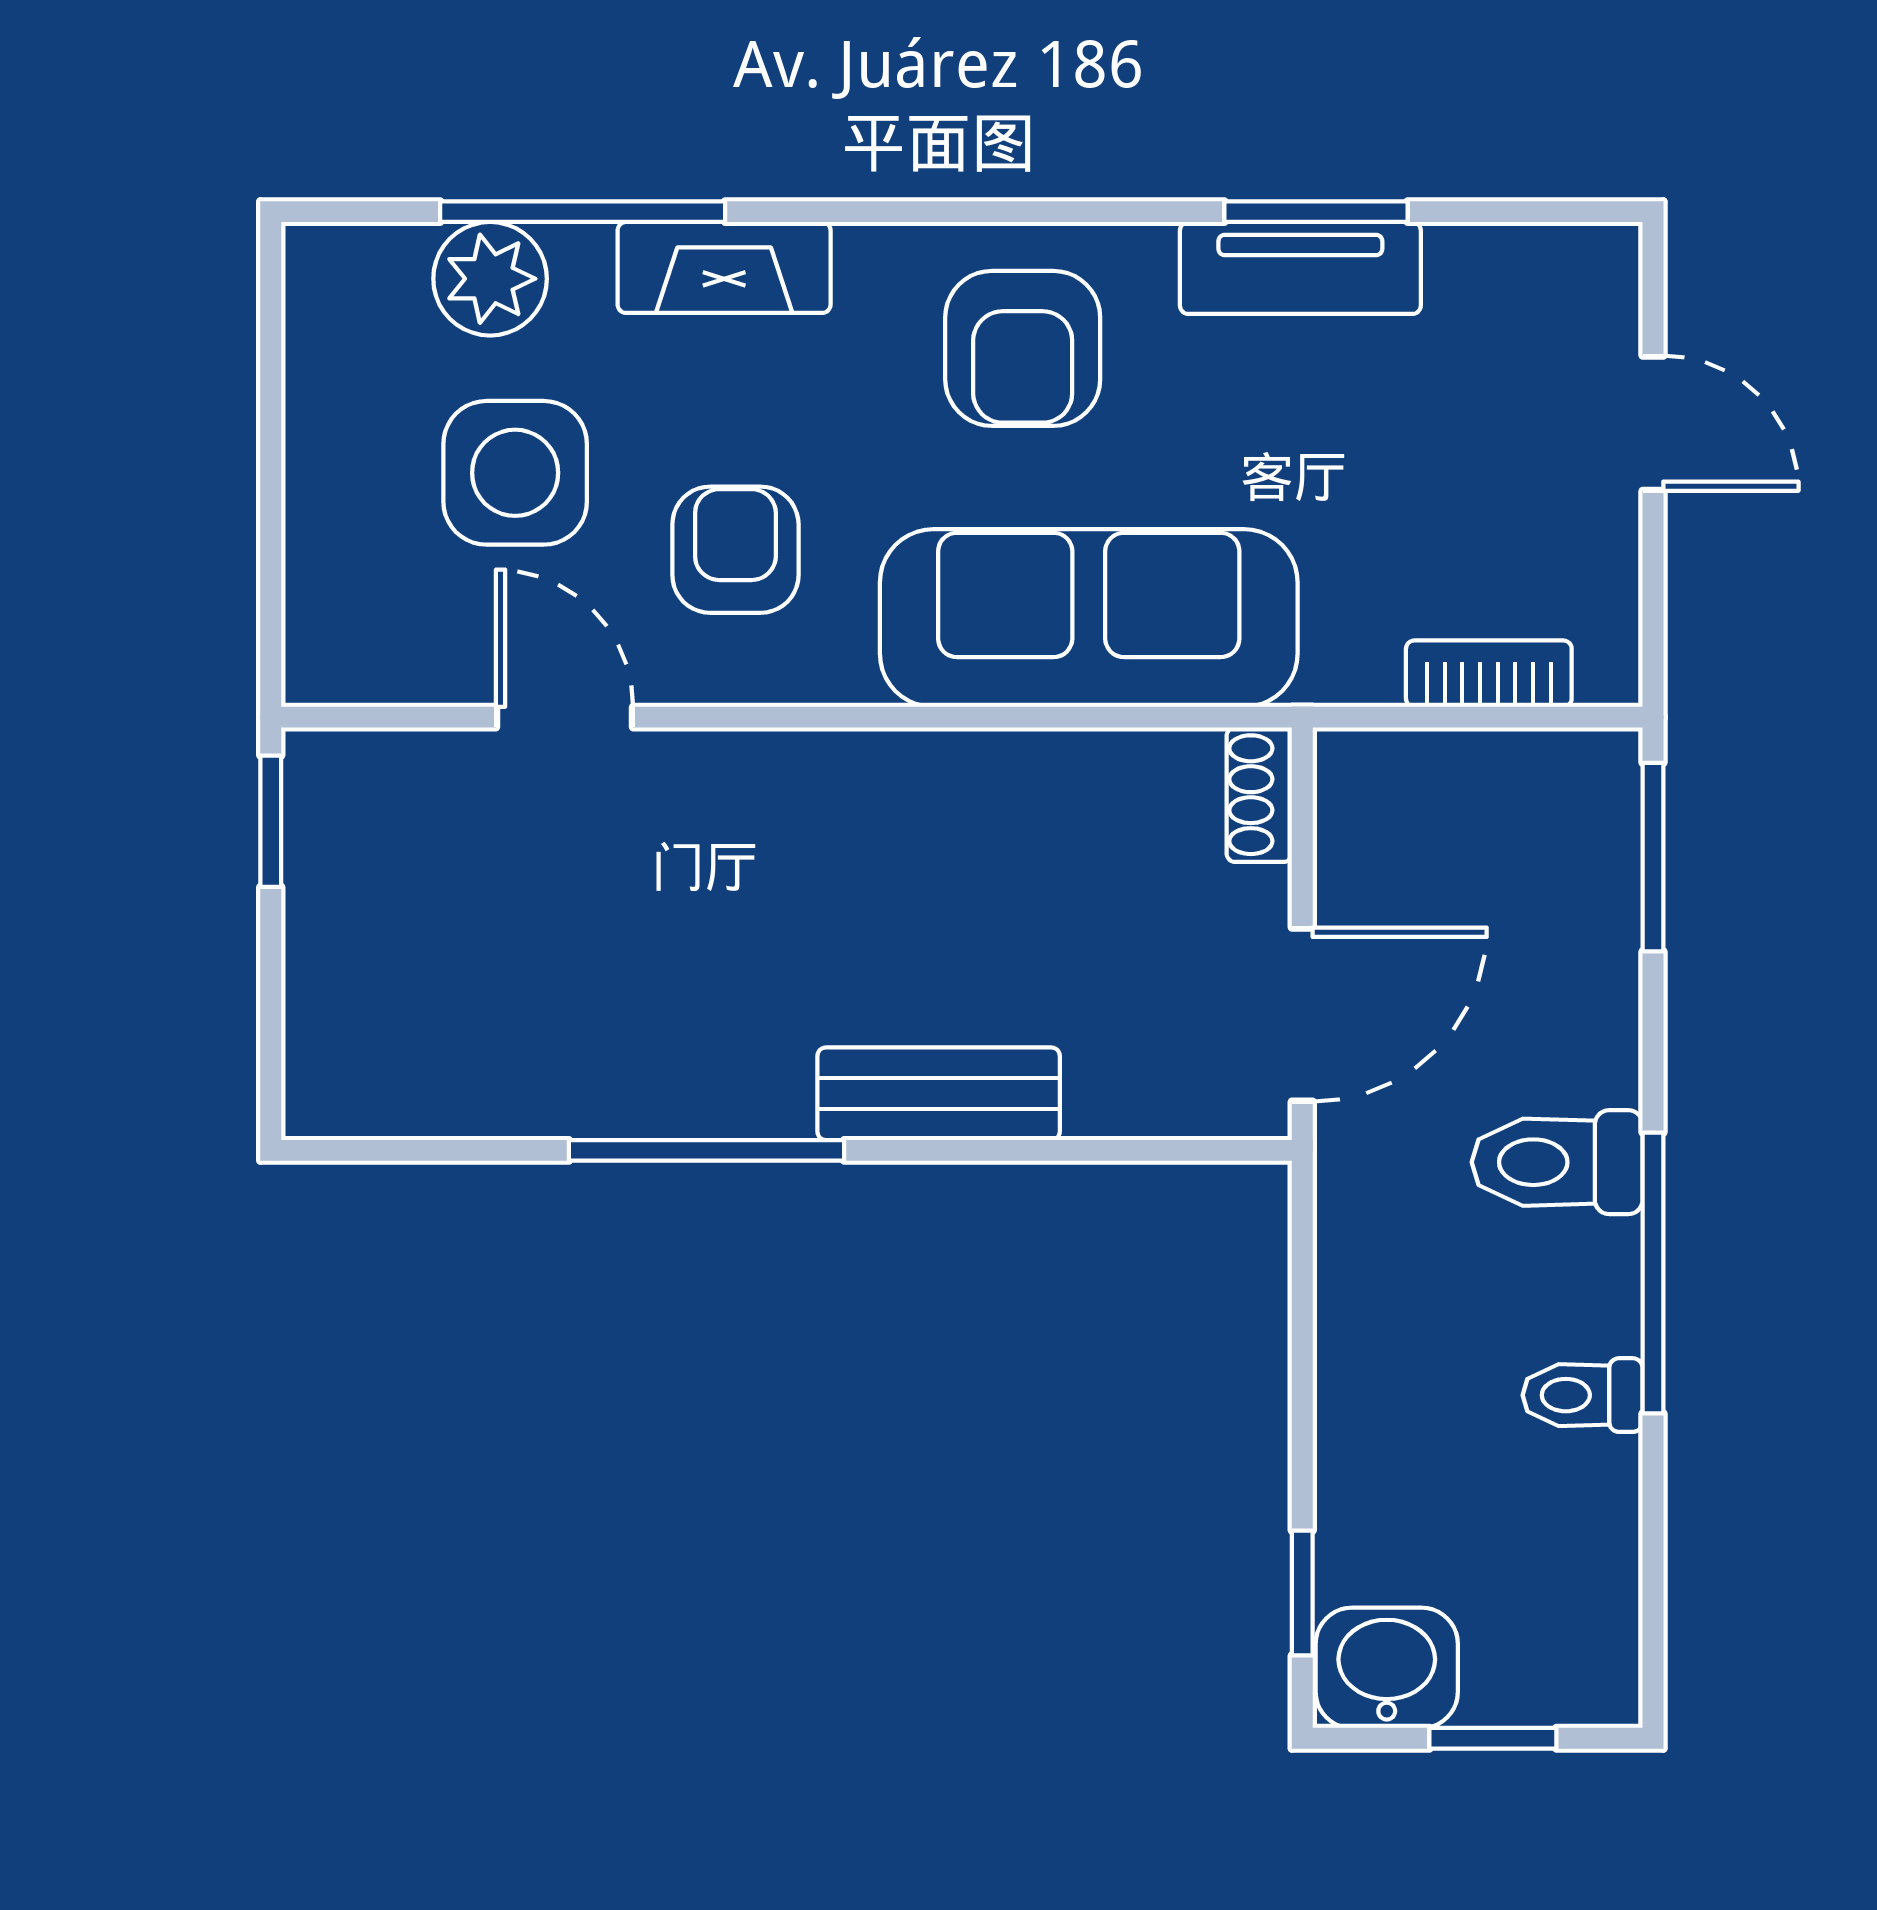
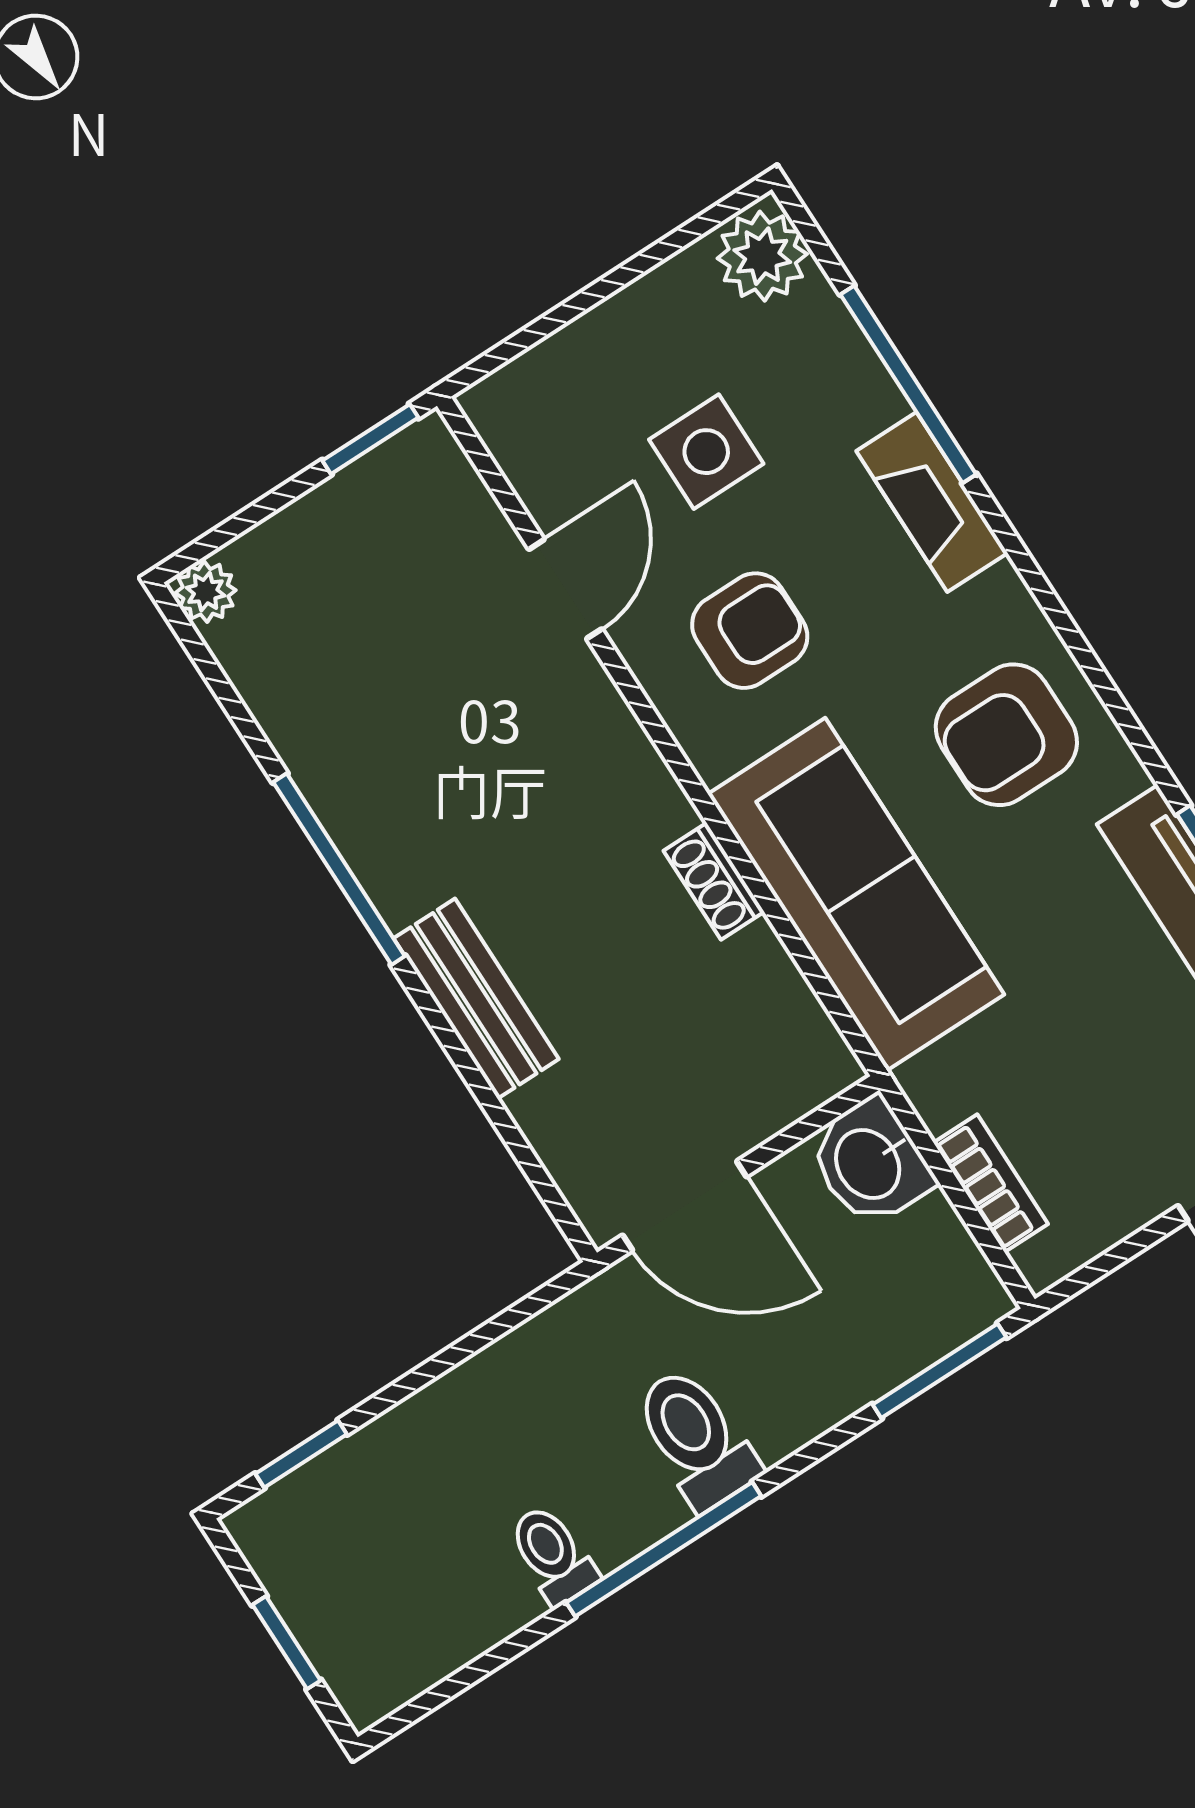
plant: (490, 279) -> (762, 256), moved
side table: (515, 473) -> (706, 452), width x0.73, depth x0.73
shoe rack: (1259, 795) -> (714, 881), moved, turned -90
plant: (320, 1101) -> (206, 592), added
washbasin: (1387, 1668) -> (870, 1162), moved, turned 180

